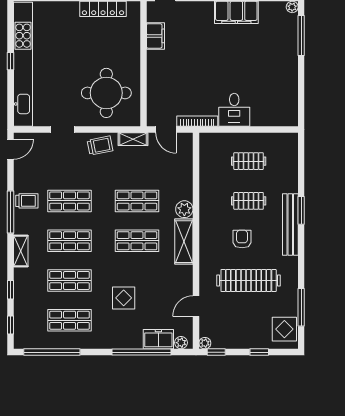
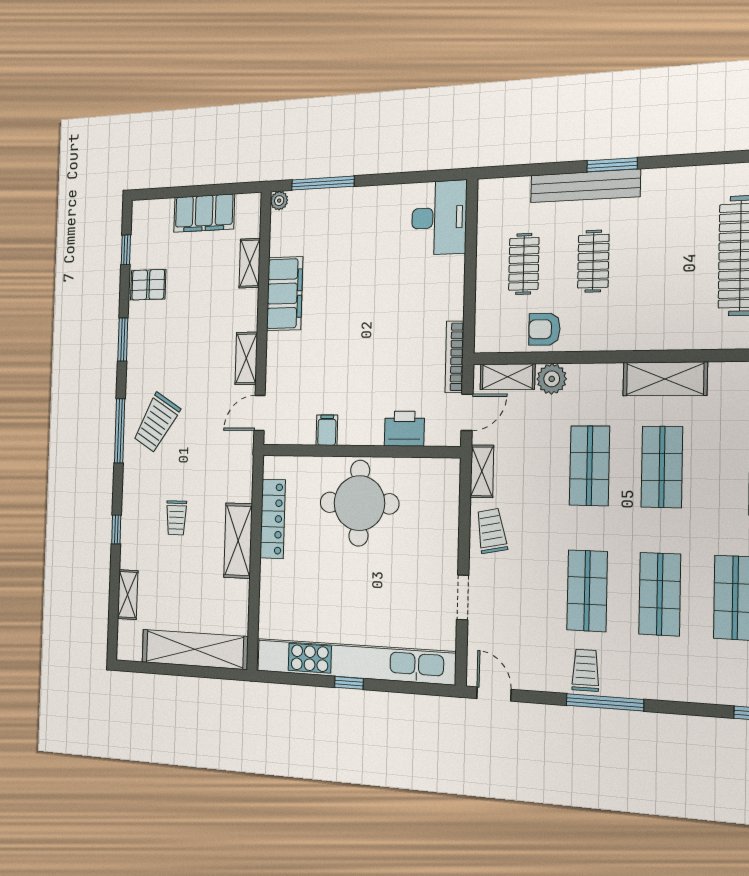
filing cabinet: (155, 36) -> (327, 430), width x0.50
printer: (157, 92) -> (404, 429), added
round table: (106, 93) -> (359, 503), moved
desk: (234, 110) -> (439, 218), moved, width x1.37
plant: (184, 209) -> (552, 379), moved
bench: (290, 225) -> (585, 186), moved
armchair: (242, 239) -> (544, 329), moved
shelving: (21, 251) -> (507, 377), moved

